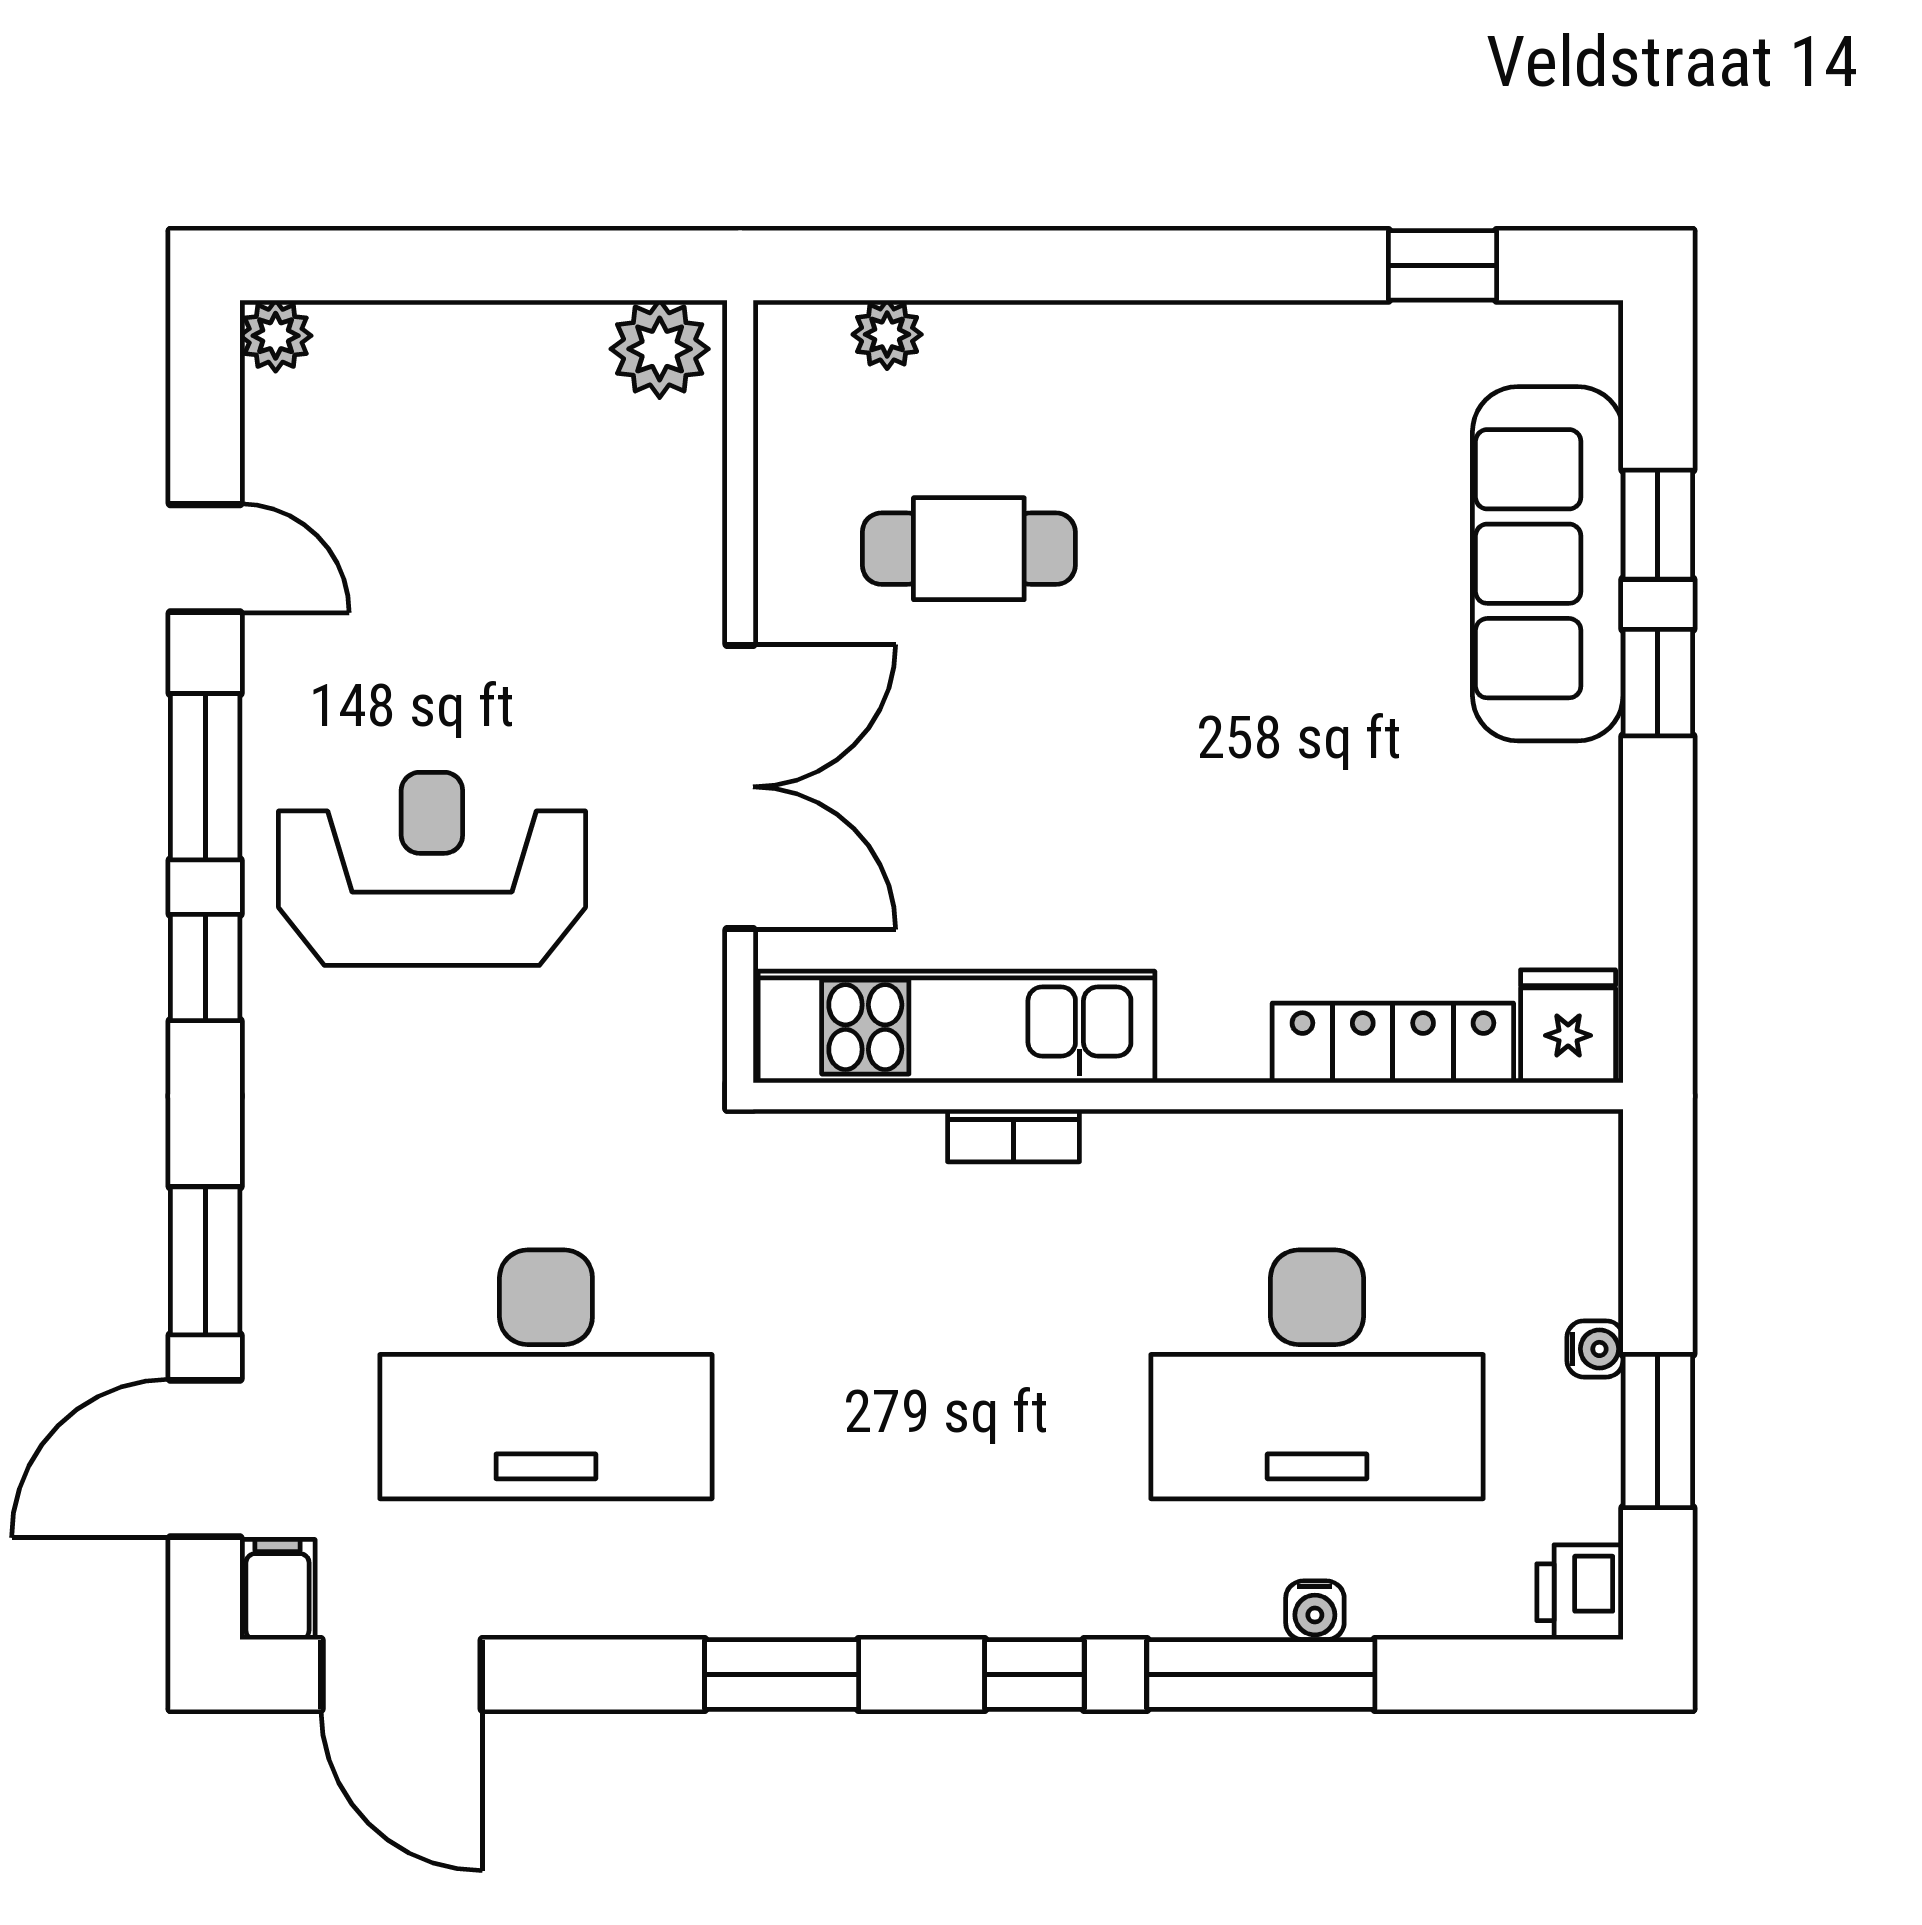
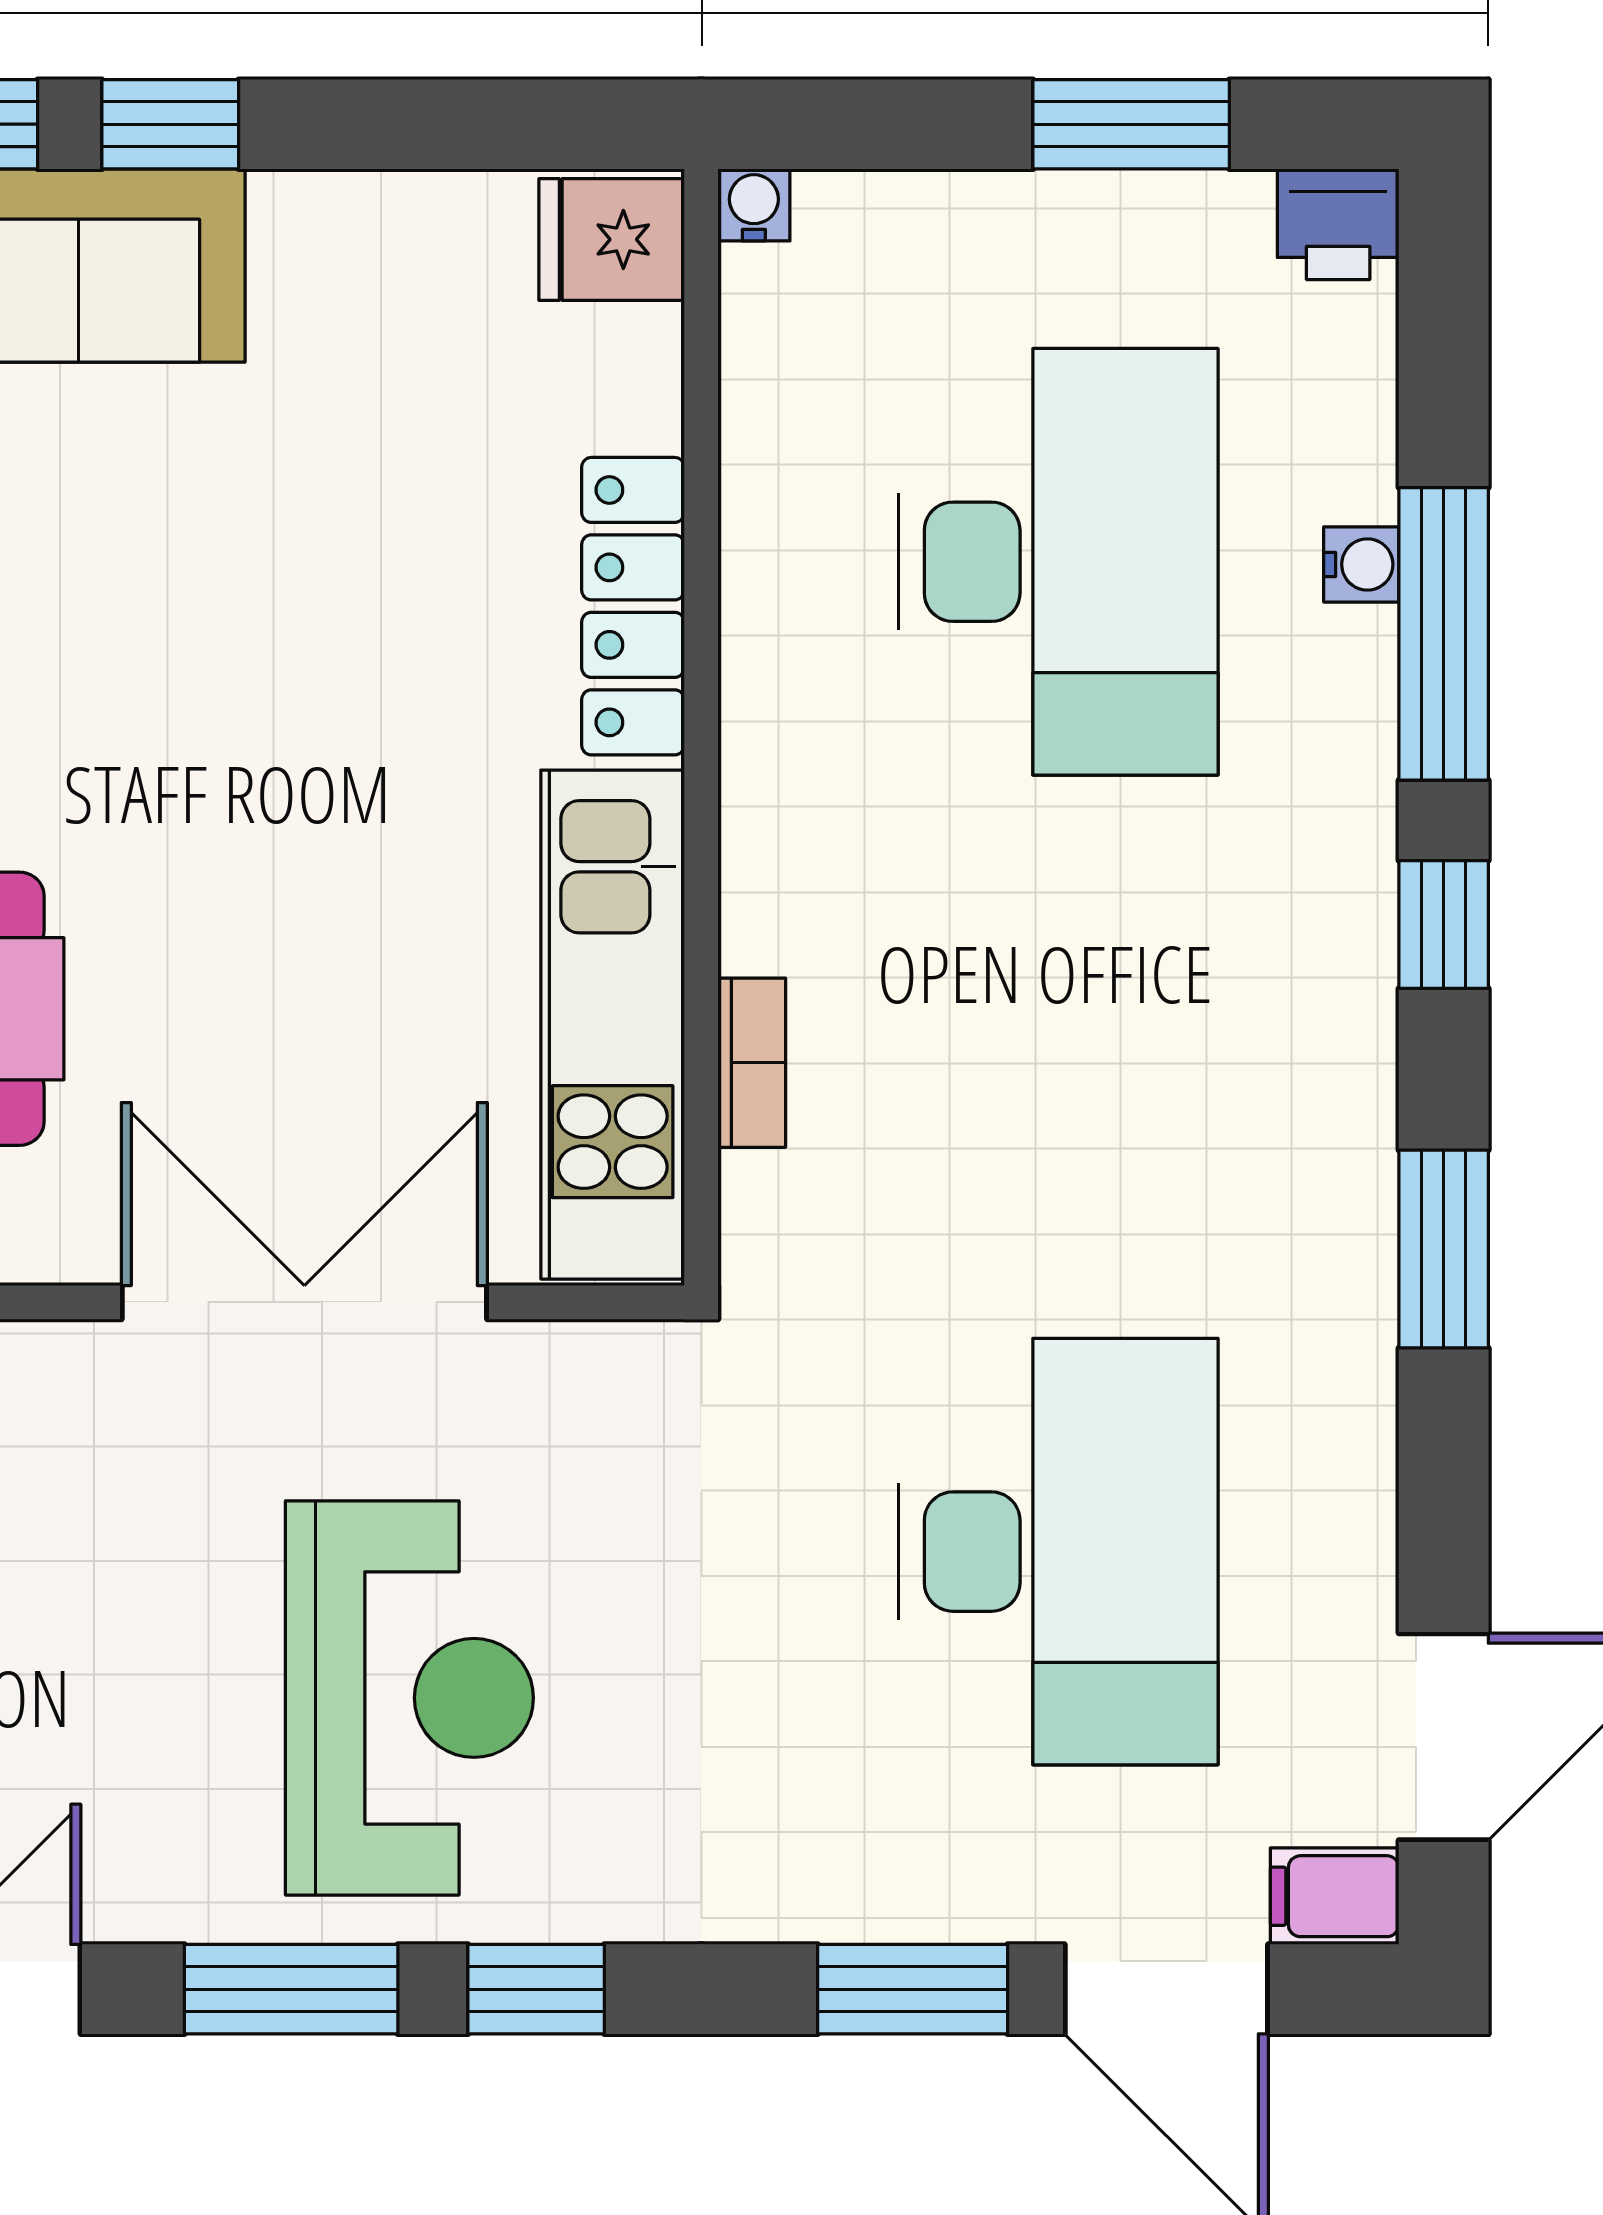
reception desk: (432, 869) -> (409, 1698), turned 180
locker: (1393, 1043) -> (633, 606), moved
bookcase: (1014, 1135) -> (752, 1063), moved
water cooler: (1595, 1349) -> (754, 205), moved

